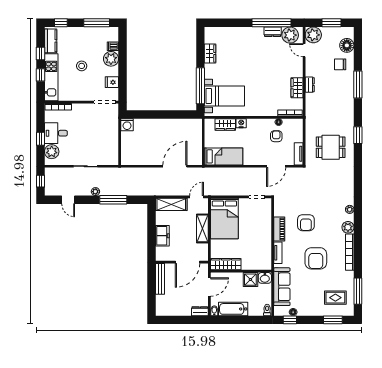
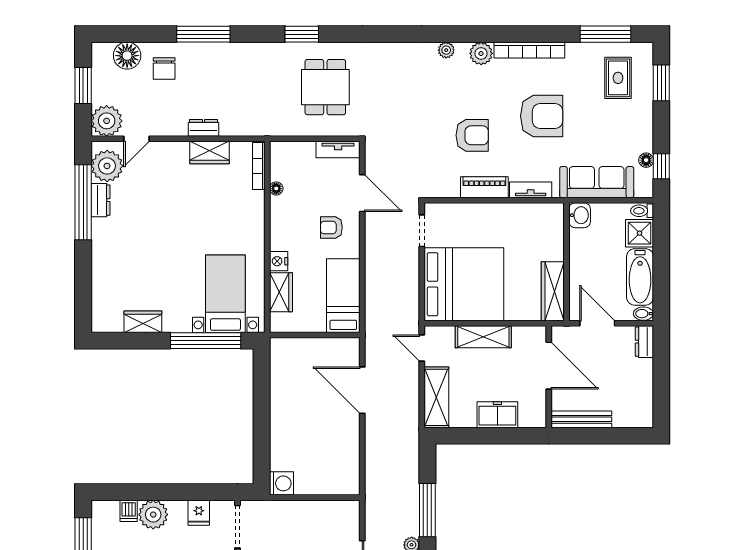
armchair: (276, 136) -> (331, 228), moved
bed: (224, 218) -> (464, 284), width x1.36
shower: (250, 280) -> (640, 233), moved

